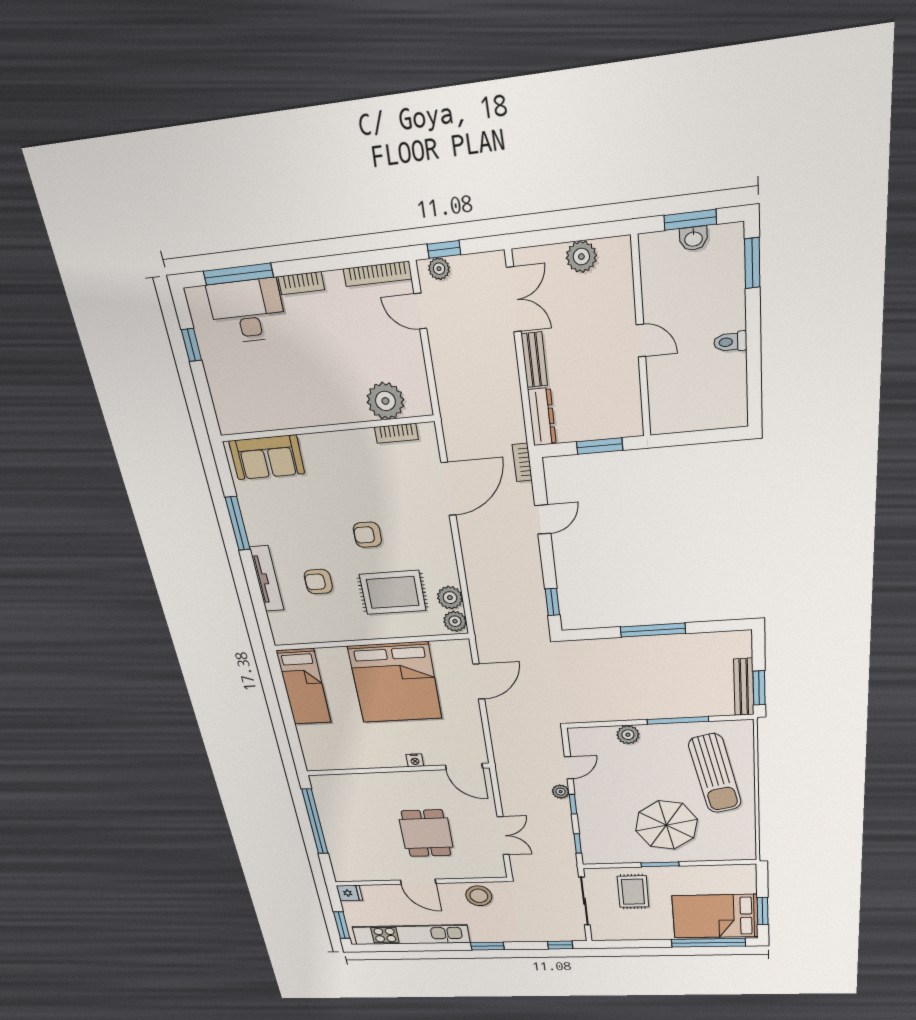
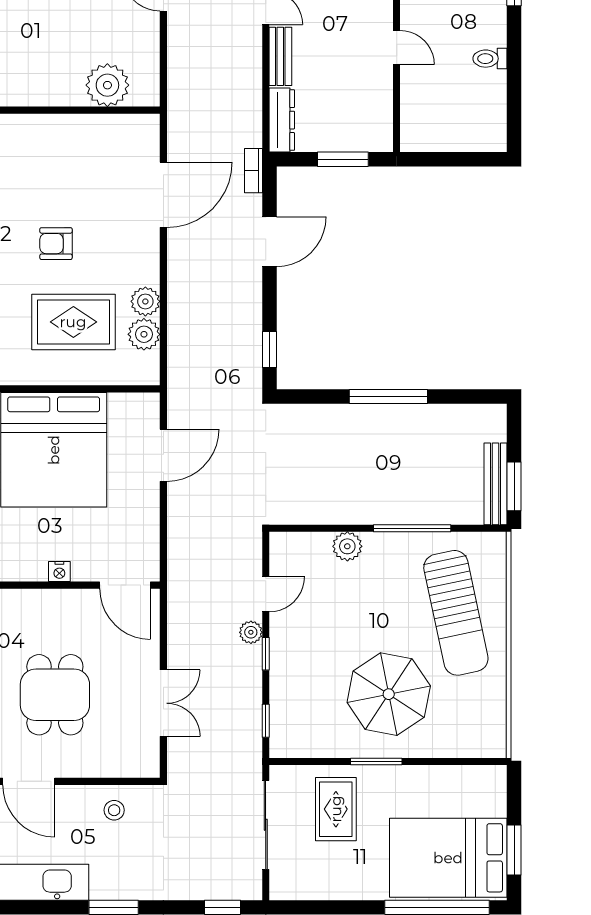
bookcase: (396, 433) -> (113, 123), removed
door: (543, 519) -> (269, 242), width x1.38
plant: (455, 621) -> (145, 301), moved
stool: (479, 896) -> (114, 810), width x0.53, depth x0.53

